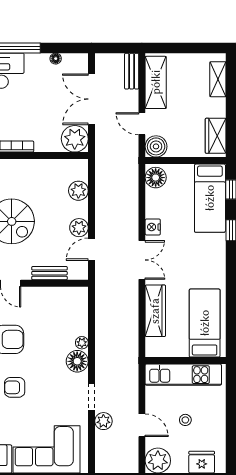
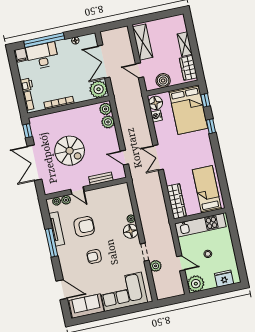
bench: (132, 71) -> (126, 38), removed
shelving: (218, 79) -> (185, 44), moved
boiler: (156, 146) -> (163, 80), moved
bed: (210, 198) -> (188, 110), width x1.50
nightstand: (153, 227) -> (156, 116), moved
plant: (79, 228) -> (106, 109), moved
door: (91, 249) -> (124, 158), hinge flipped
double door: (142, 260) -> (158, 157), swing flipped
wardrobe: (155, 311) -> (176, 201), moved

